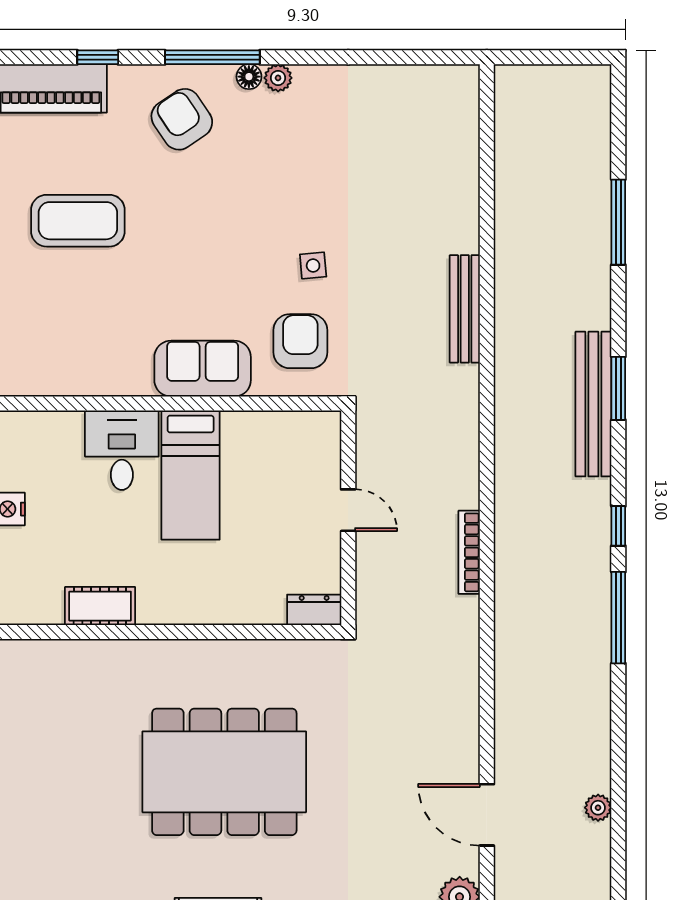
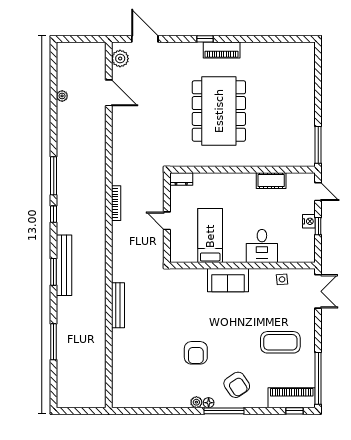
window: (98, 57) -> (295, 411), moved
side table: (313, 265) -> (282, 279), moved
armchair: (300, 341) -> (196, 353), moved
bed: (191, 475) -> (210, 236), moved
dining table: (224, 772) -> (219, 111), turned 90

